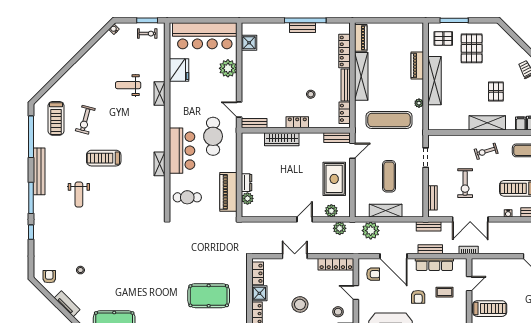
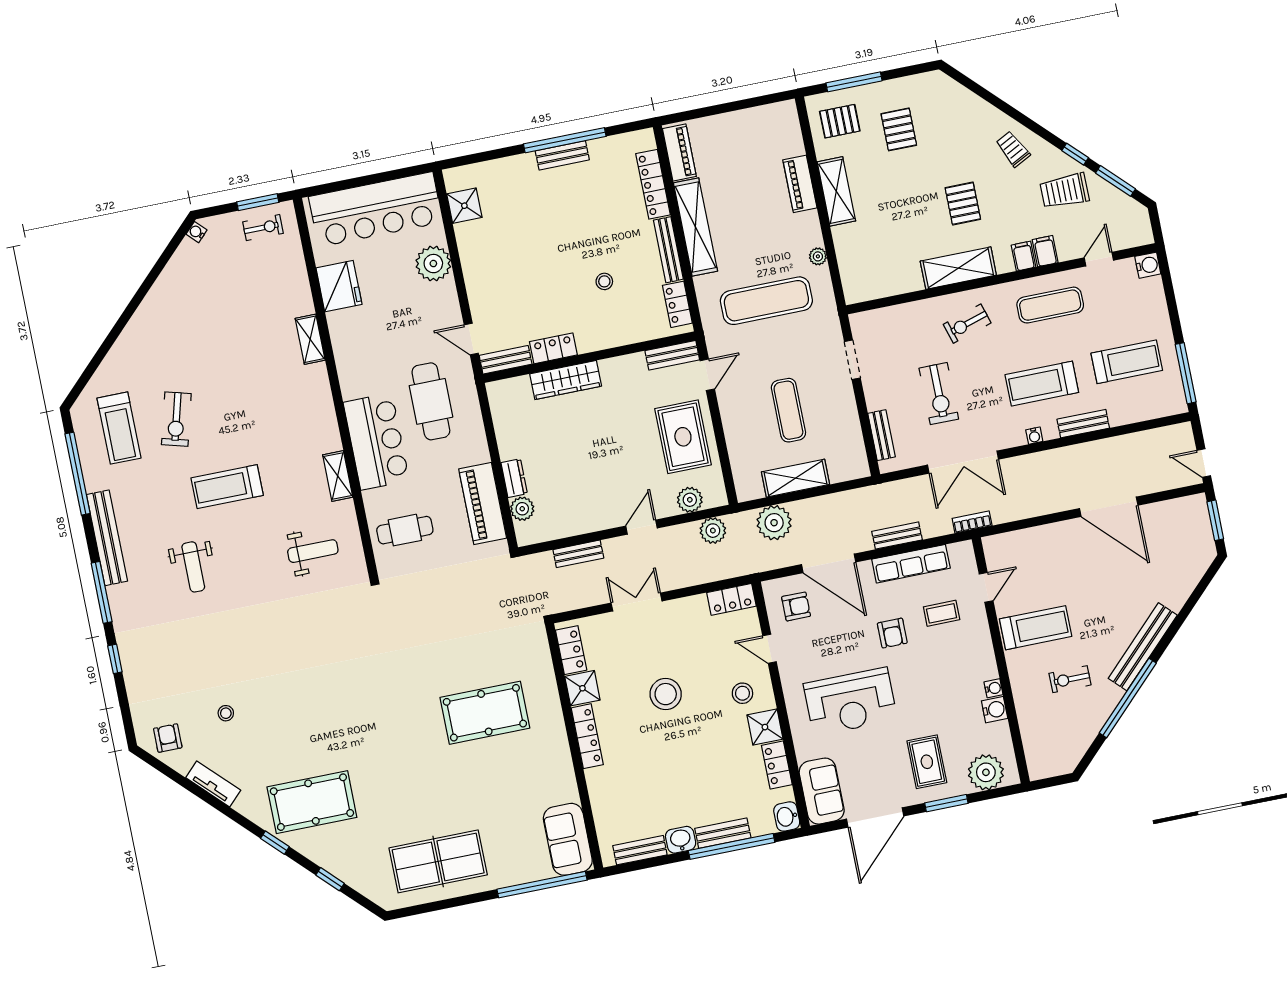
pallet: (472, 48) -> (899, 129), width x0.67, depth x0.71
shelving: (435, 81) -> (836, 191), width x0.68
weight bench: (128, 85) -> (313, 551), moved, turned 180
locker: (297, 122) -> (553, 348), moved
bench: (429, 226) -> (578, 554), moved
locker: (336, 264) -> (731, 599), width x0.66

